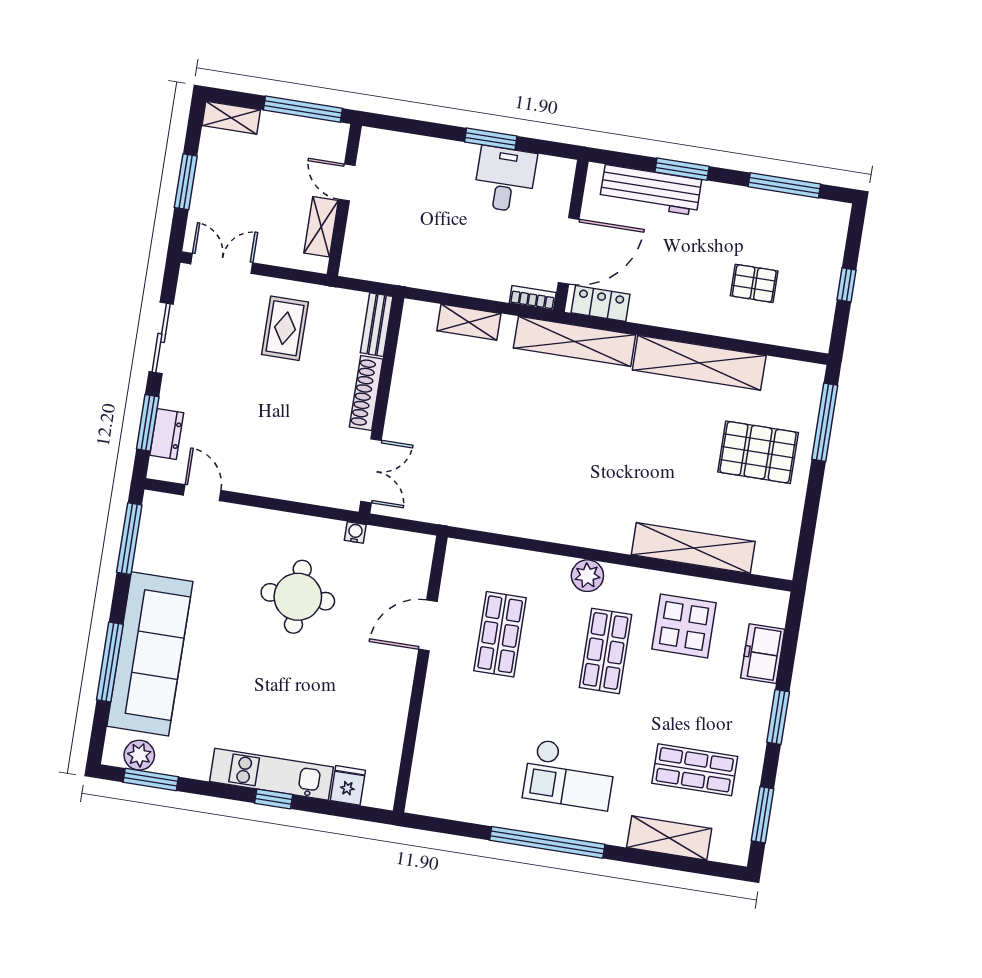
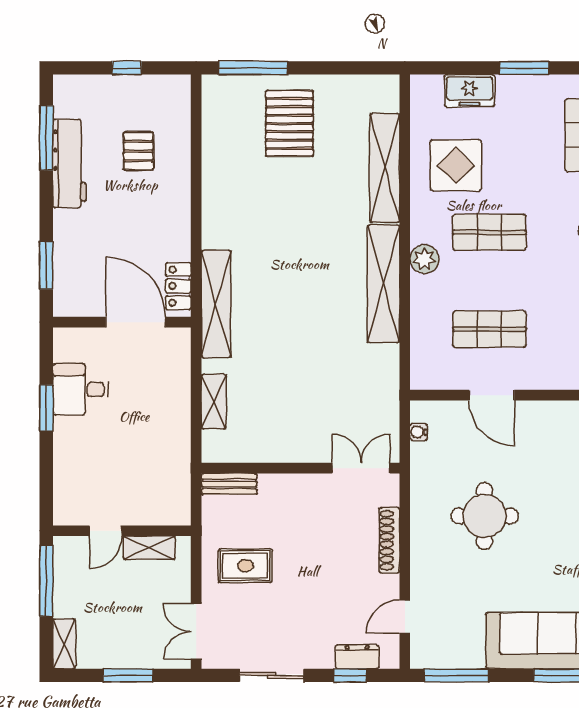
window: (682, 169) -> (46, 265), moved
workbench: (651, 190) -> (69, 163), moved
bookcase: (533, 298) -> (183, 348), removed
shelving: (699, 363) -> (383, 284), moved
shoe rack: (366, 393) -> (389, 540), moved, turned 90
window: (148, 423) -> (350, 675), width x0.67
water cooler: (355, 532) -> (419, 432), moved

